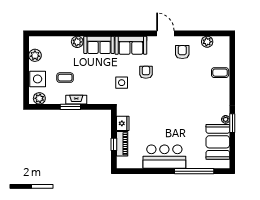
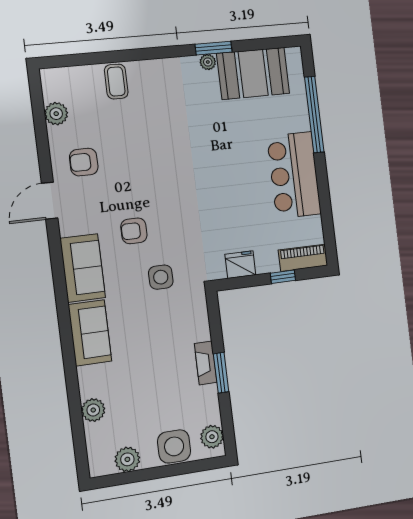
plant: (77, 42) -> (93, 410), moved
coffee table: (65, 78) -> (165, 392), removed
piano: (122, 144) -> (303, 258), moved

